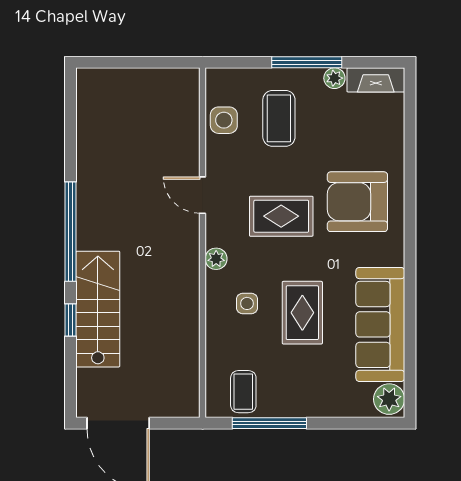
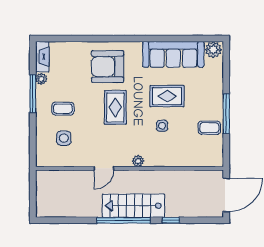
coffee table: (279, 118) -> (63, 109), width x0.73, depth x0.77
door: (203, 195) -> (104, 168), moved
armchair: (357, 202) -> (108, 67), turned 90
wall: (203, 243) -> (130, 168), moved
plant: (216, 259) -> (138, 161), moved
stairs: (98, 309) -> (133, 206), moved

